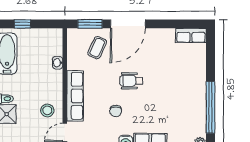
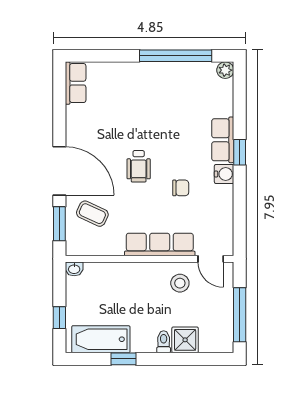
washbasin: (58, 63) -> (74, 269), moved

